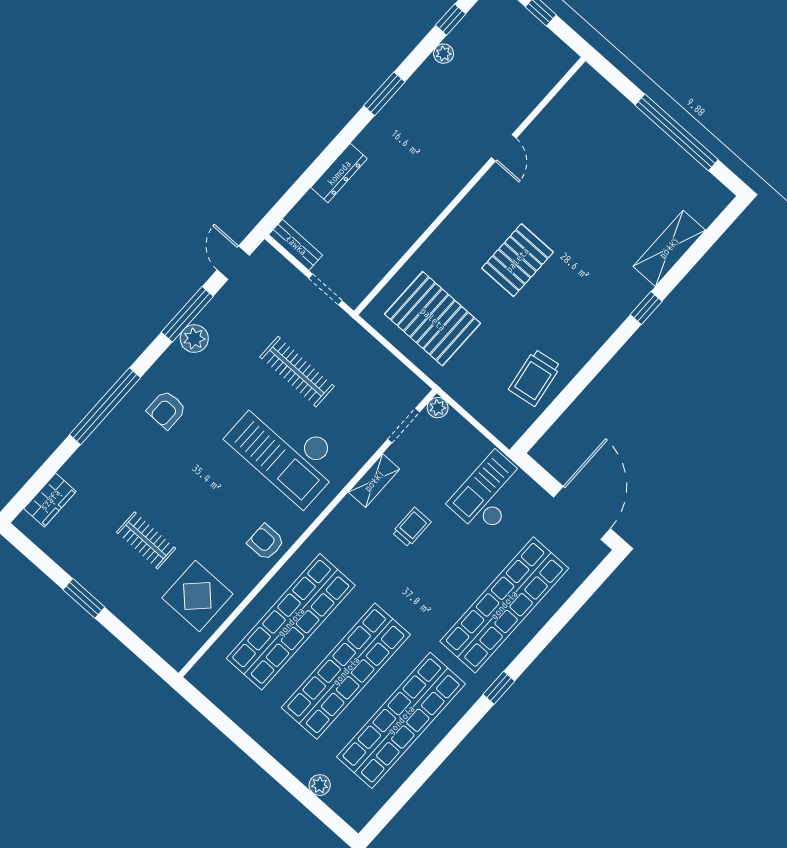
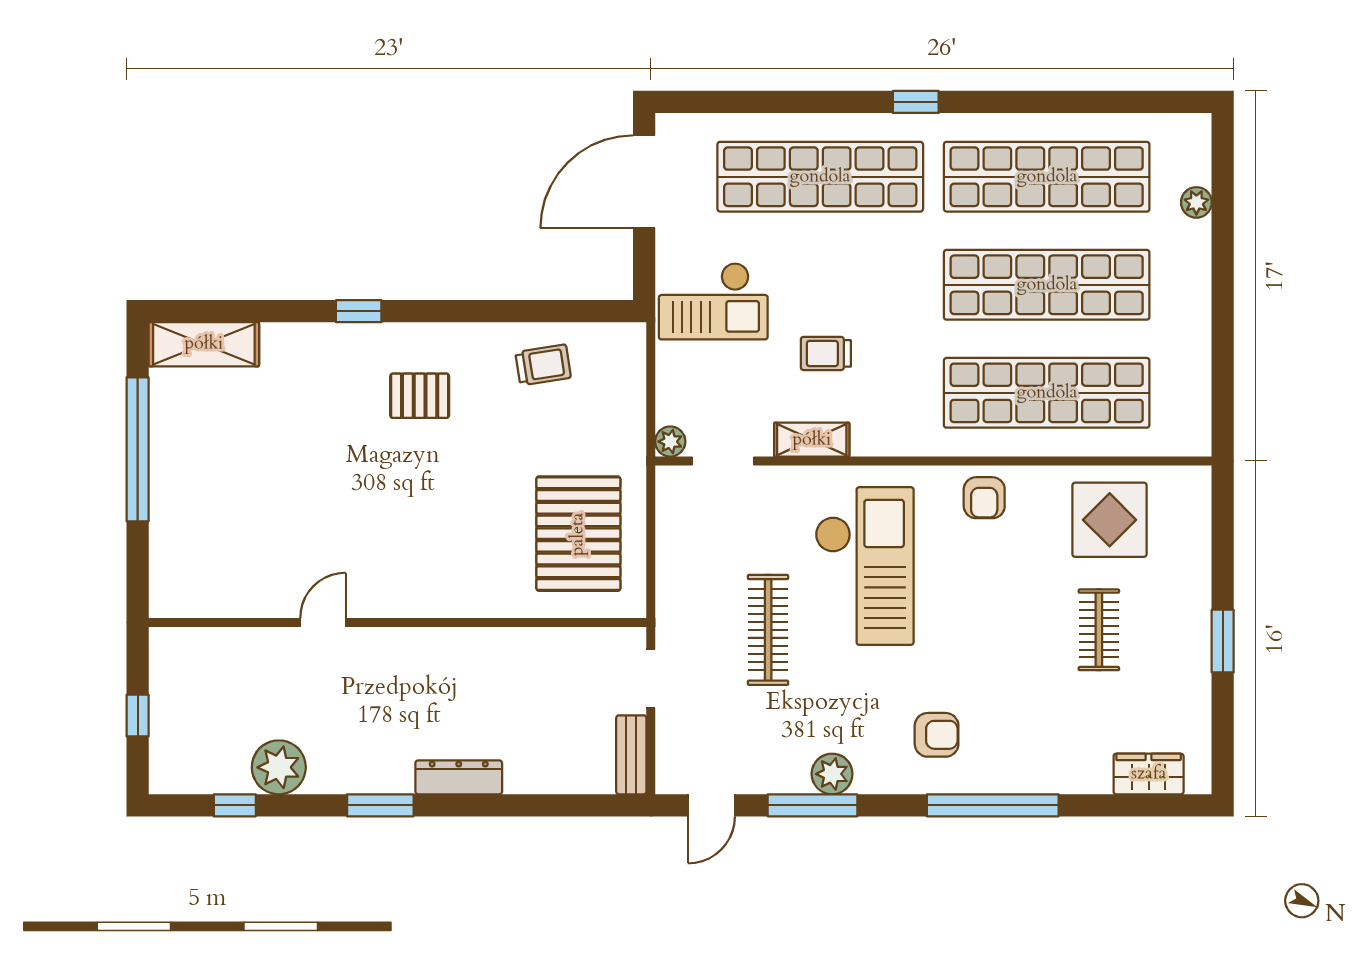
plant: (444, 54) -> (279, 767), width x1.88, depth x1.88
dresser: (339, 173) -> (459, 777), moved
shelving: (669, 248) -> (204, 344), moved
pallet: (517, 260) -> (420, 396), moved, width x0.67, depth x0.71
trolley: (535, 378) -> (543, 365), width x0.73, depth x0.72

